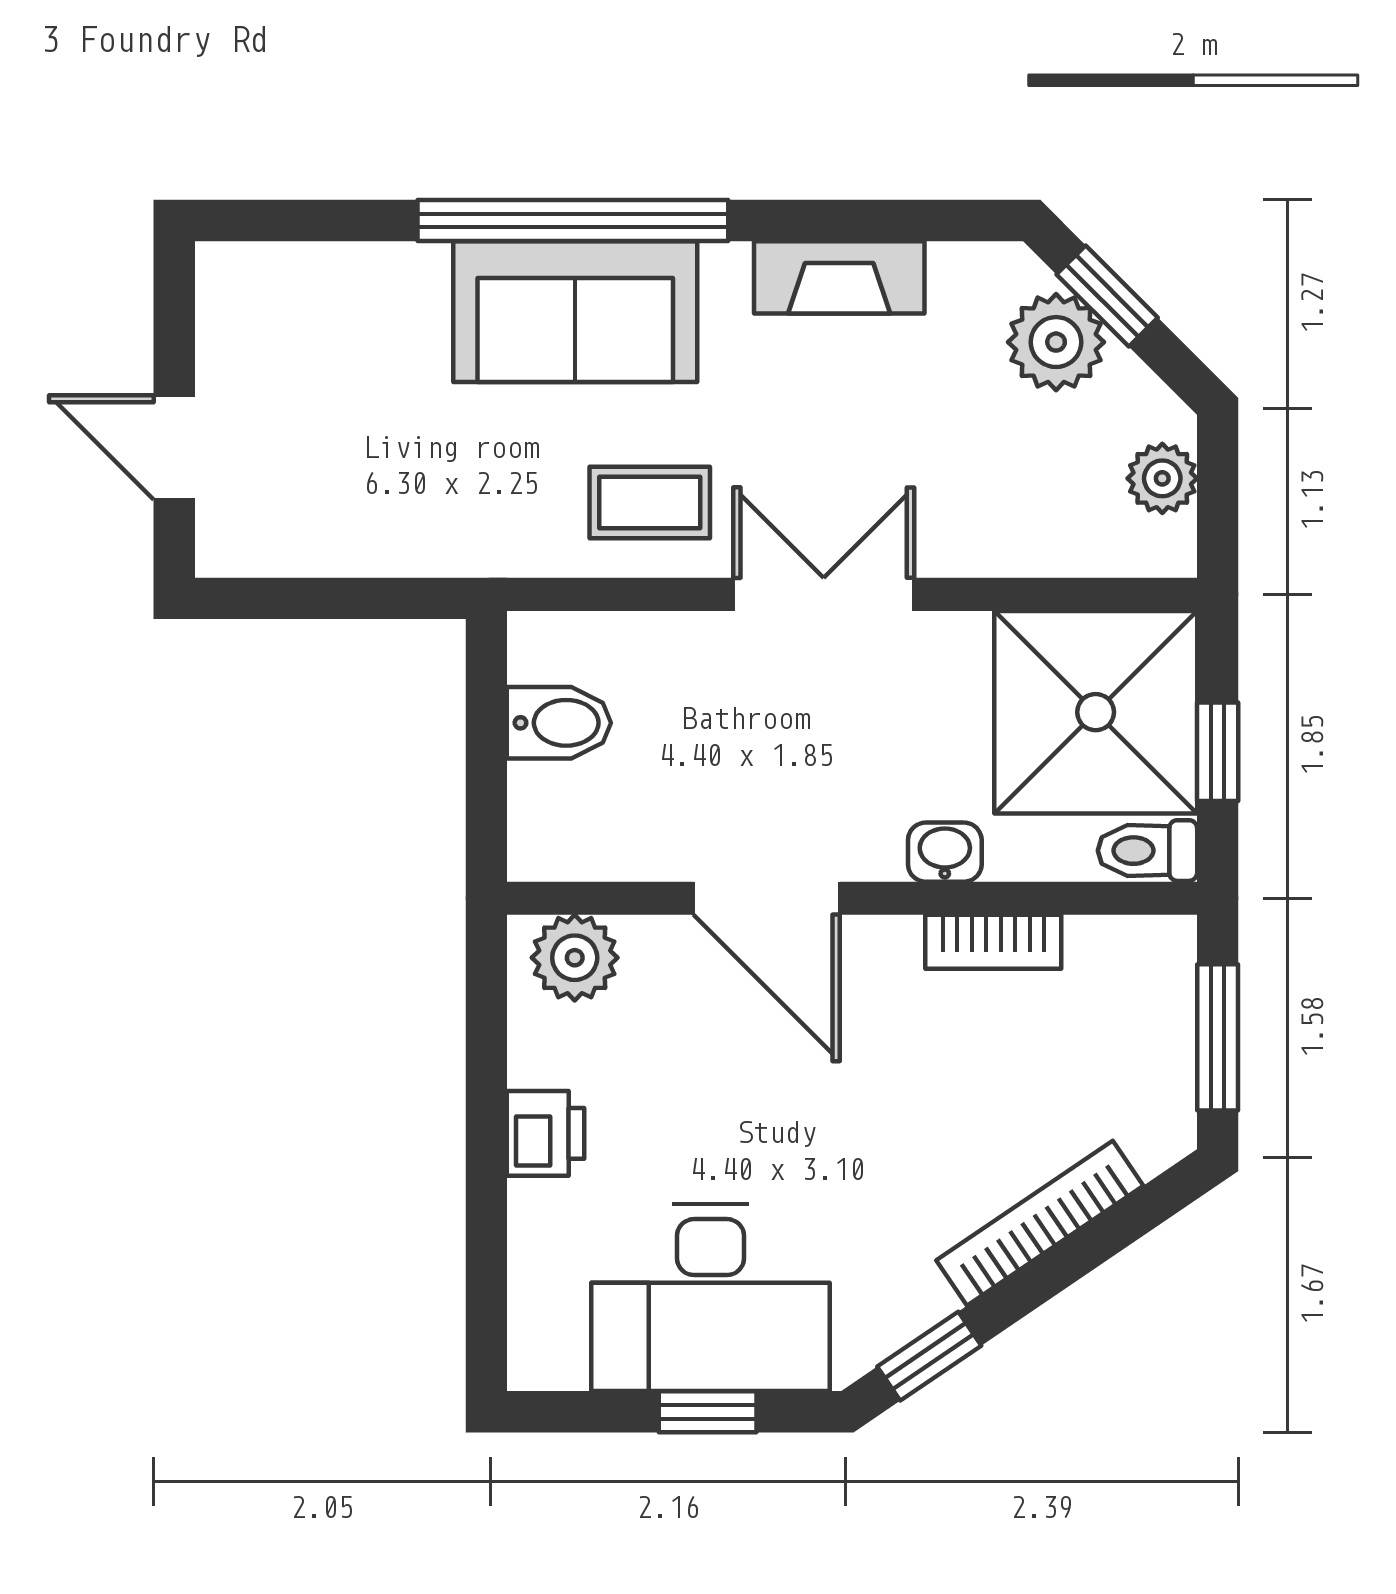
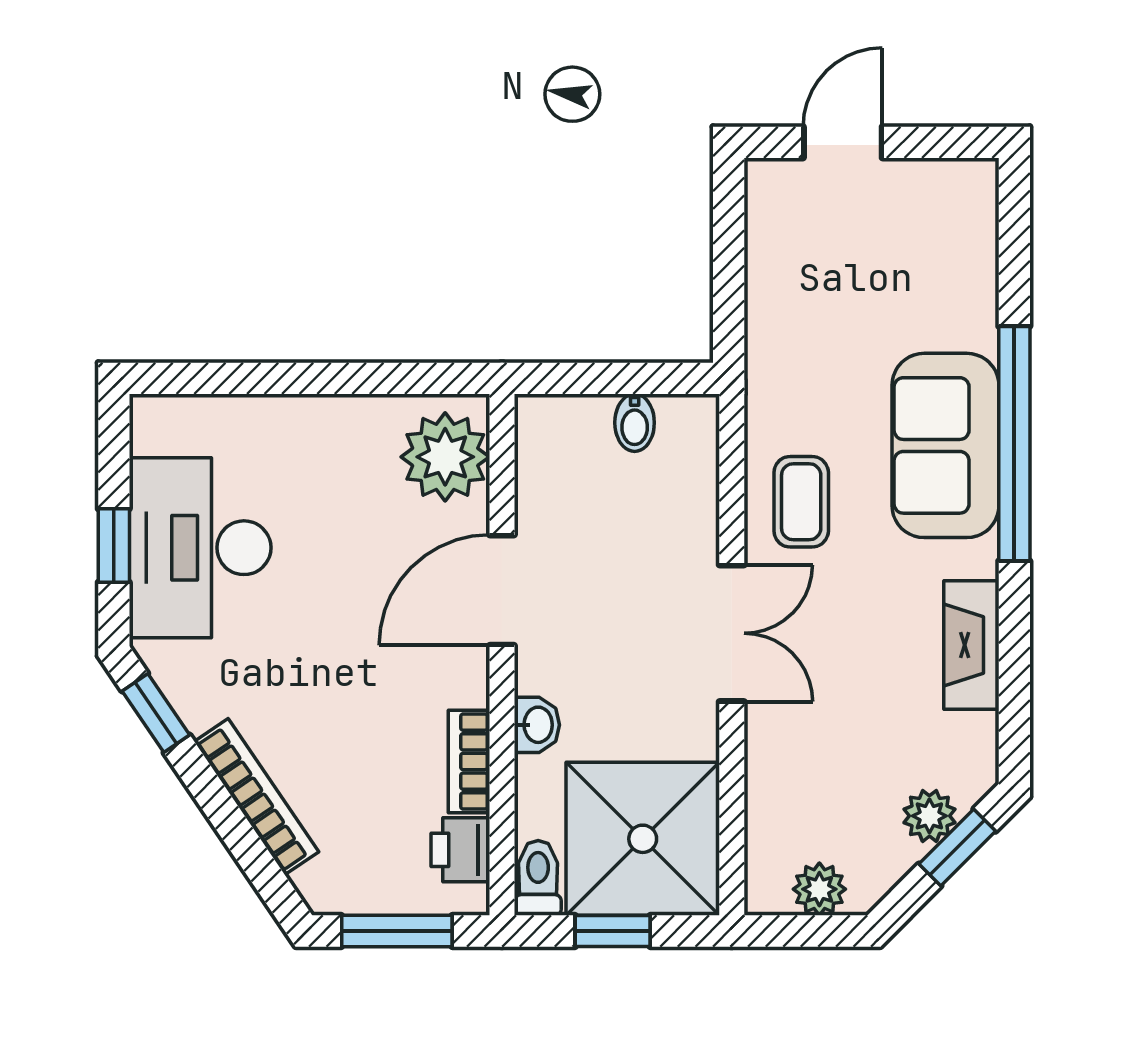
plant: (1056, 342) -> (929, 816), width x0.73, depth x0.73
bidet: (559, 723) -> (635, 423), width x0.72, depth x0.74
plant: (575, 958) -> (445, 457), width x1.36, depth x1.36
printer: (546, 1133) -> (460, 850), moved, turned 90

